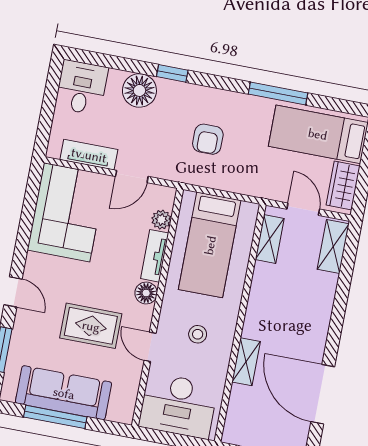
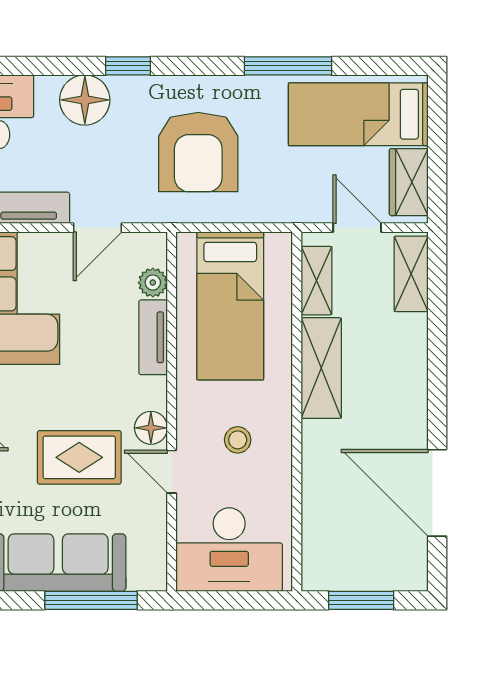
armchair: (208, 139) -> (198, 152), width x1.88, depth x1.88
floor lamp: (146, 293) -> (151, 428), moved
shelving: (246, 362) -> (321, 368), moved, width x1.50, depth x1.33
window: (55, 417) -> (91, 600), moved

